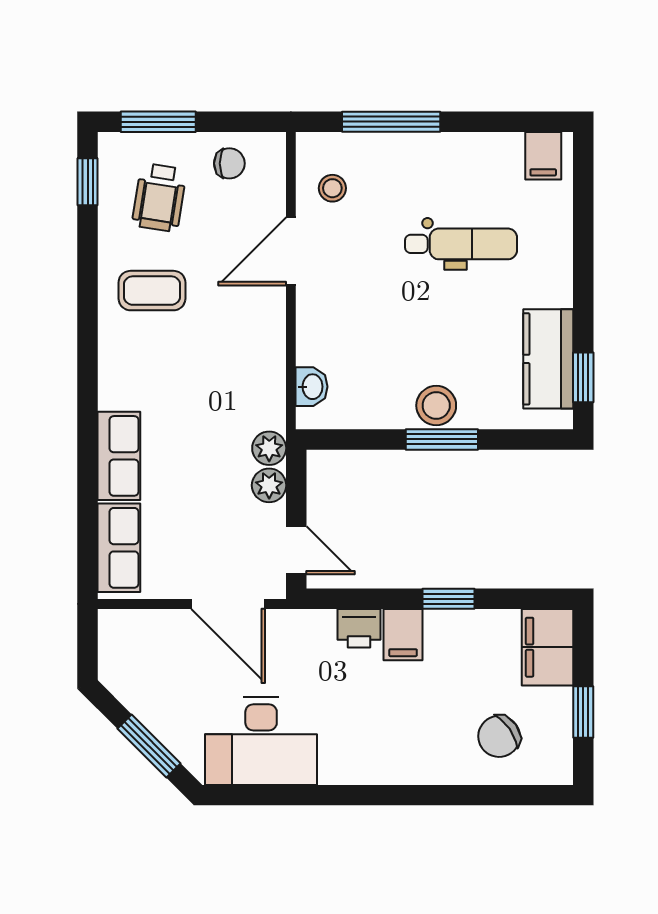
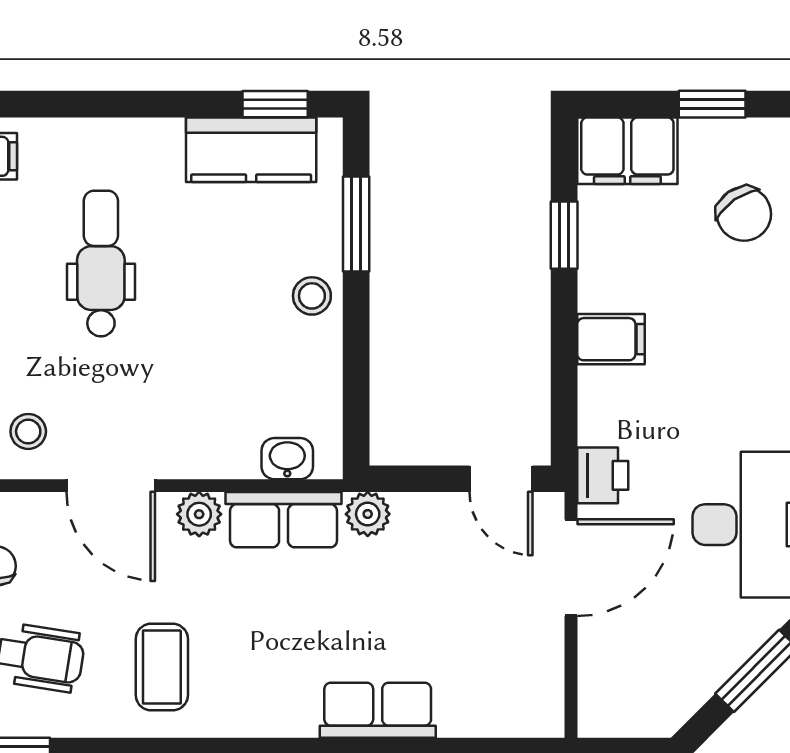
stool: (436, 406) -> (312, 296), width x0.73, depth x0.73
window: (442, 439) -> (356, 224), moved
plant: (269, 485) -> (199, 514), moved
row of seats: (119, 548) -> (283, 520), moved, turned 180
door: (296, 550) -> (501, 479), swing flipped
window: (448, 599) -> (564, 235), moved
printer: (359, 628) -> (603, 475), moved

